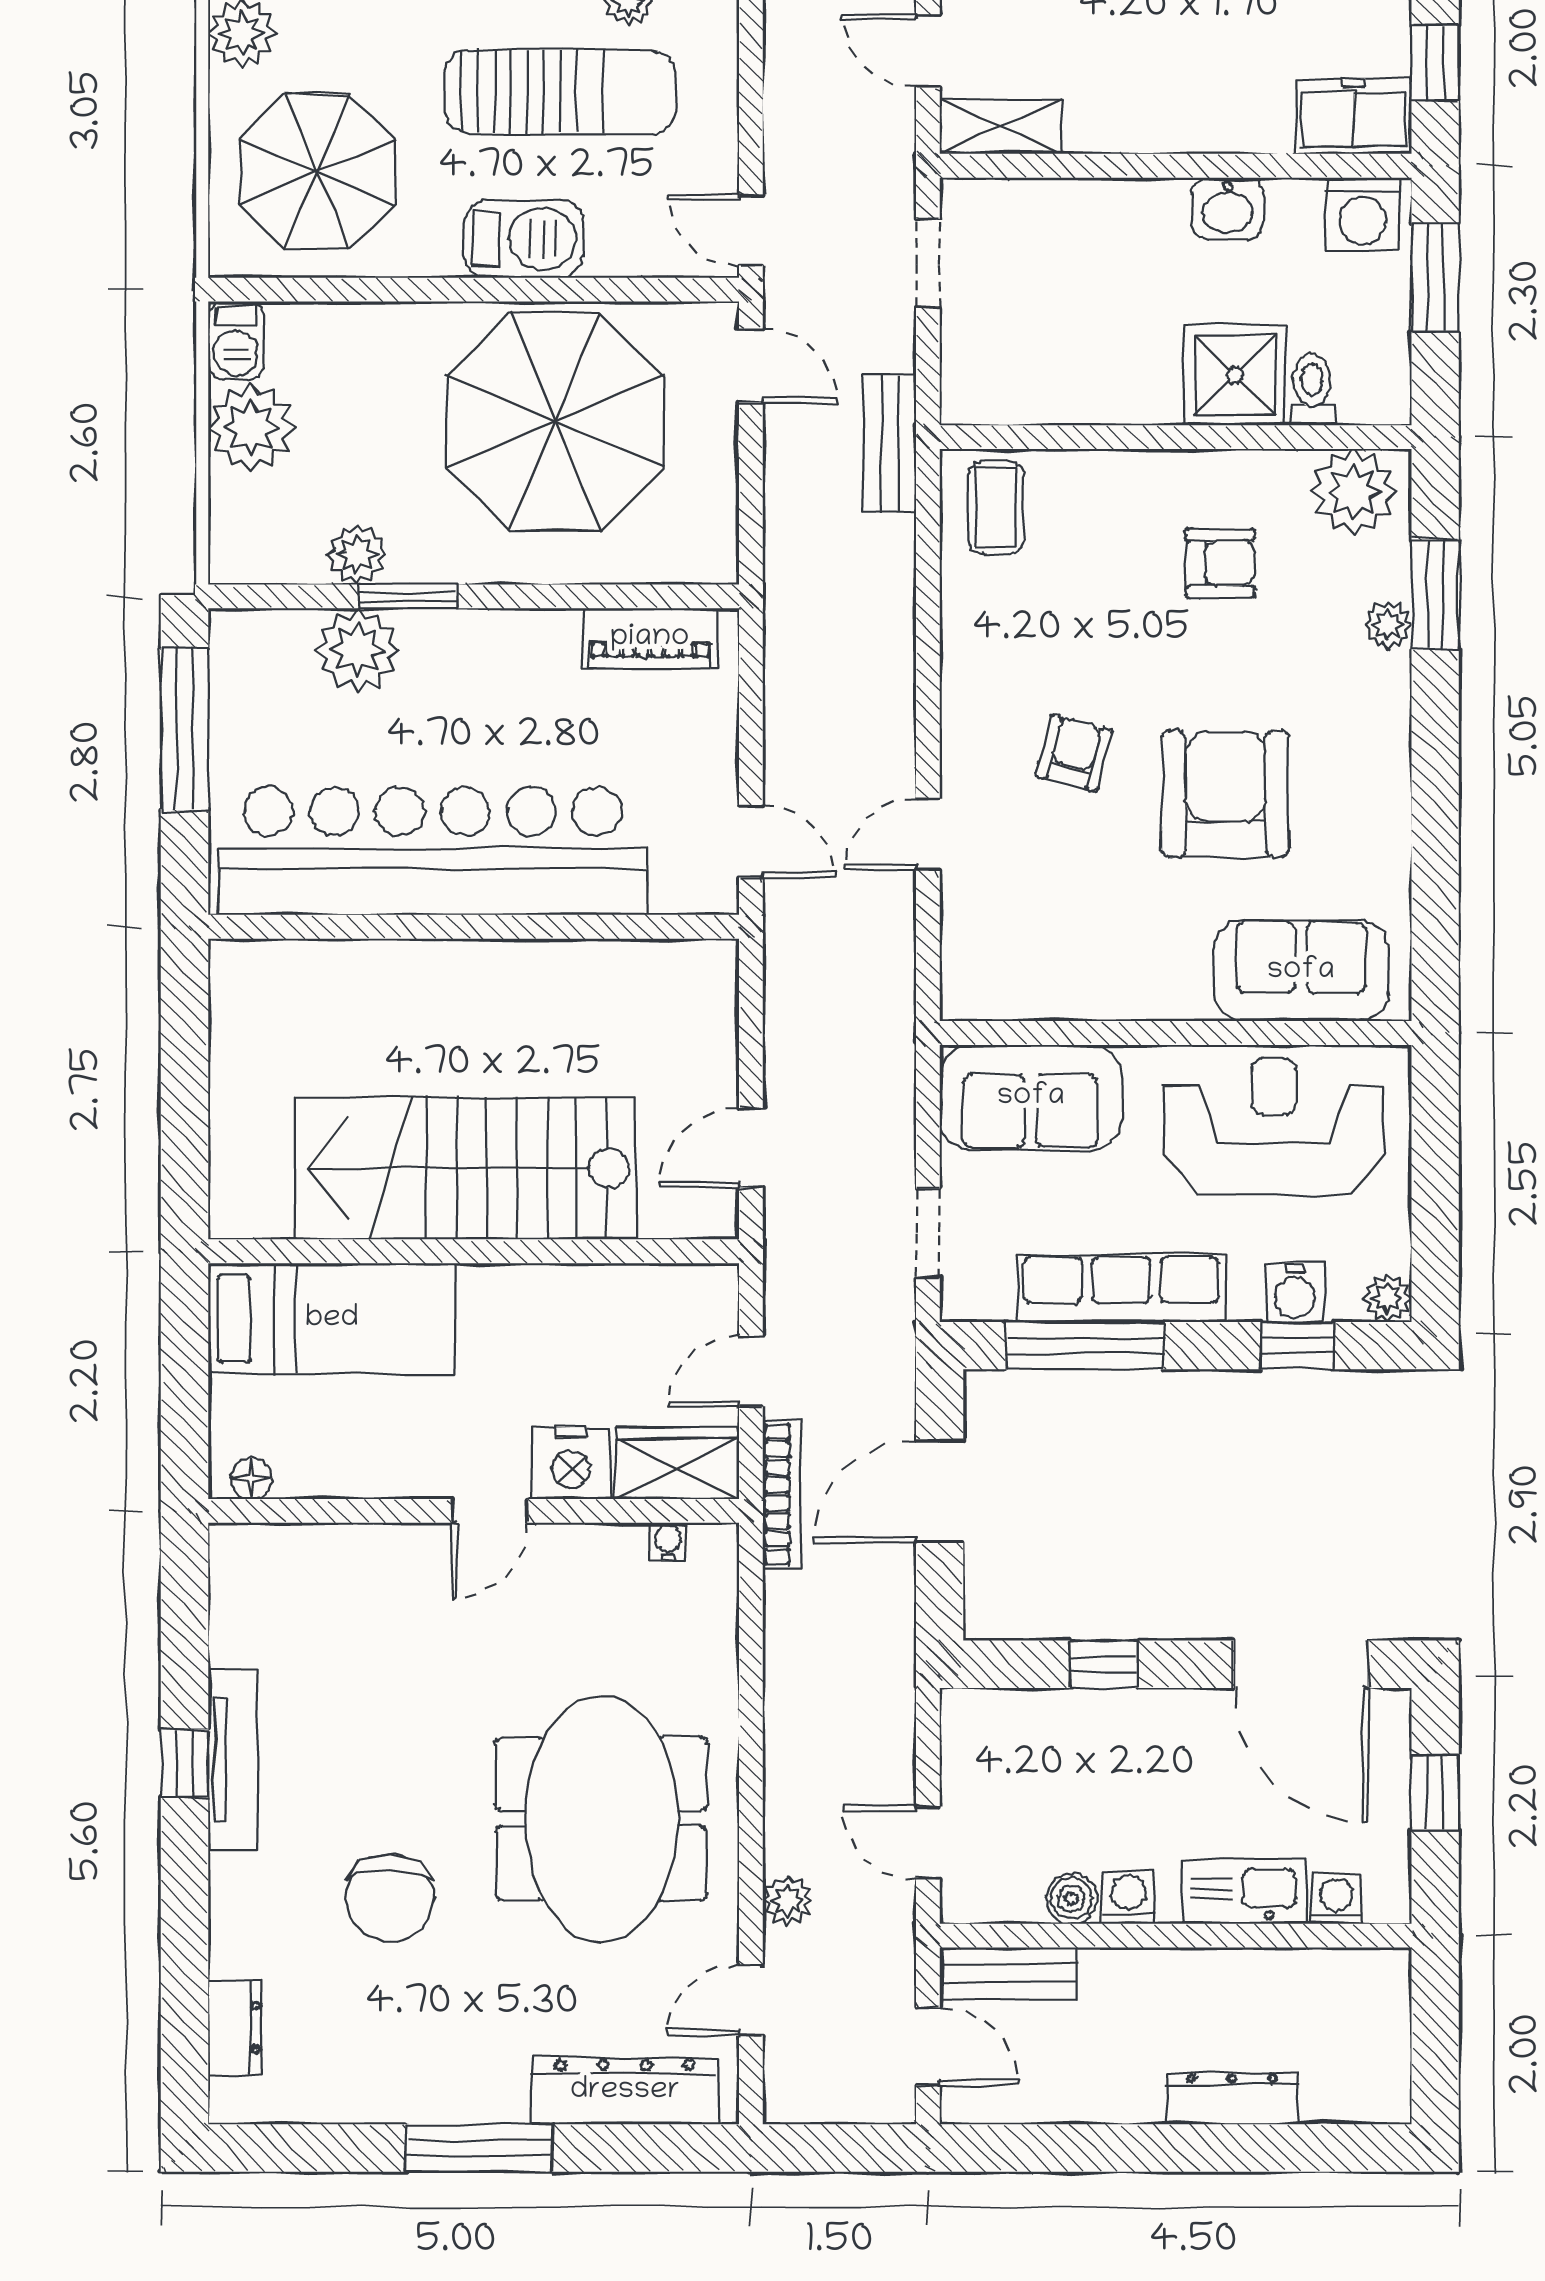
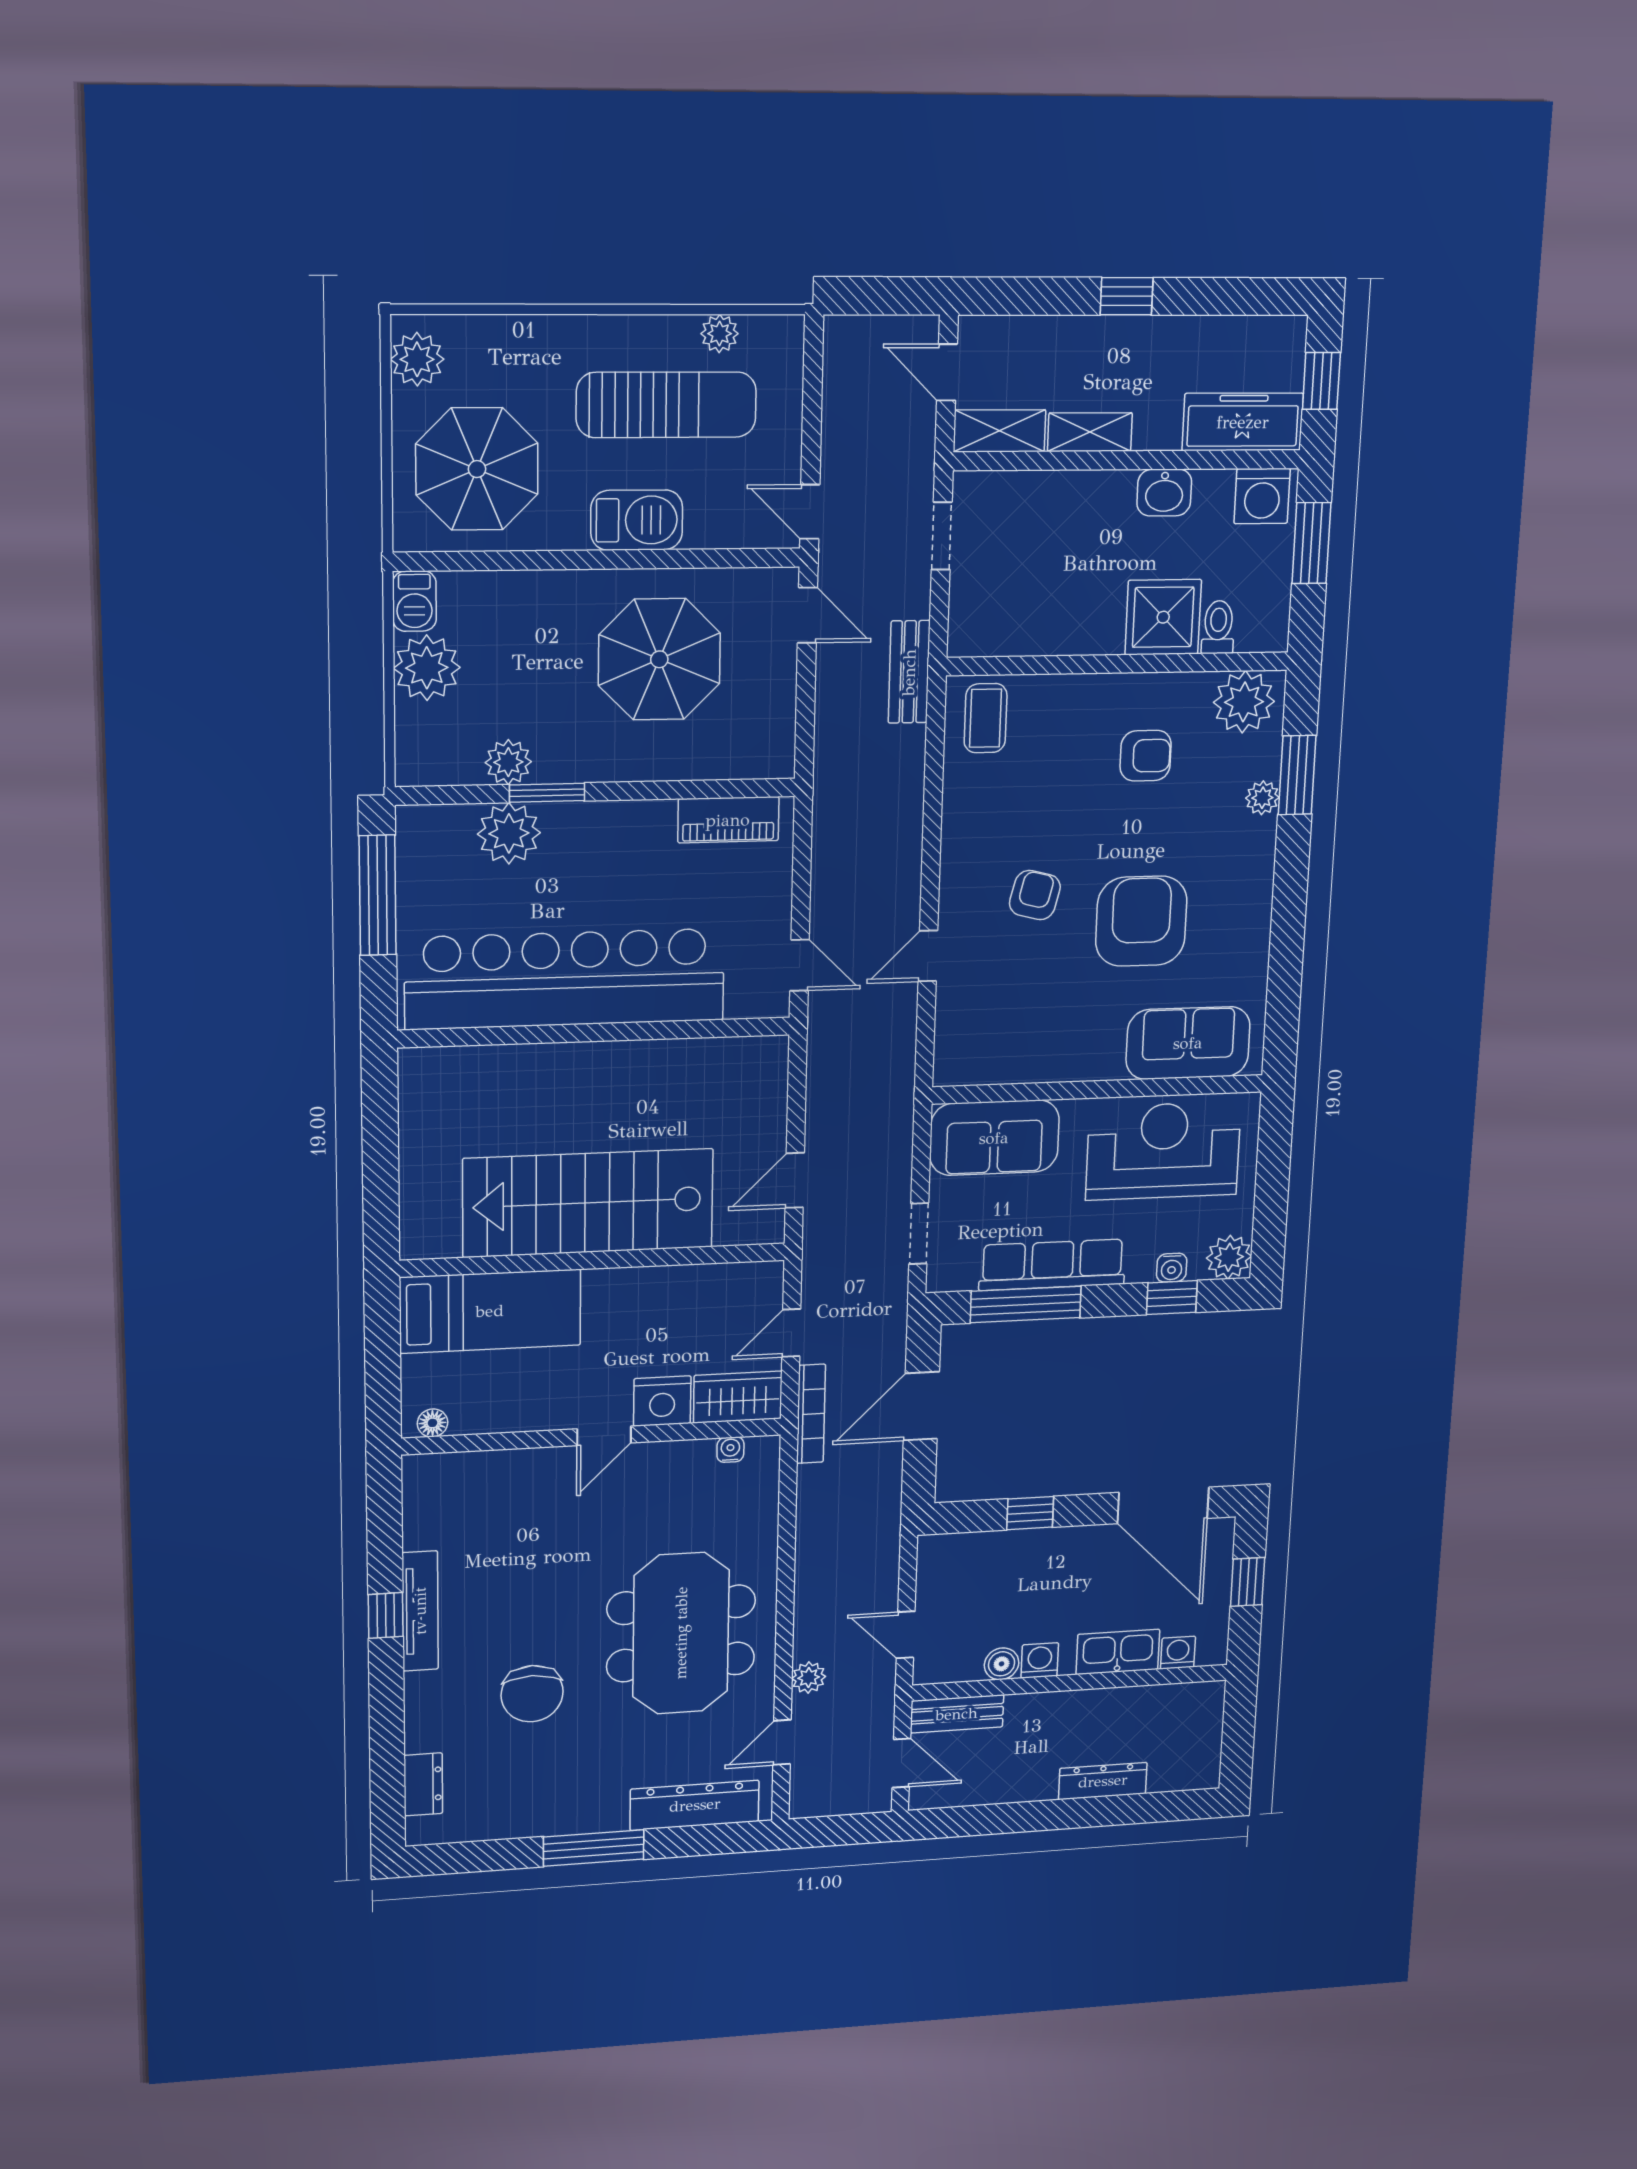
freezer: (1353, 116) -> (1243, 422), width x1.40
shelving: (1122, 129) -> (1090, 432), added
parasol: (555, 421) -> (659, 659), width x0.73, depth x0.73
water cooler: (1295, 1292) -> (1172, 1268), width x0.72, depth x0.72
plant: (1387, 1298) -> (1229, 1257), width x1.38, depth x1.38

